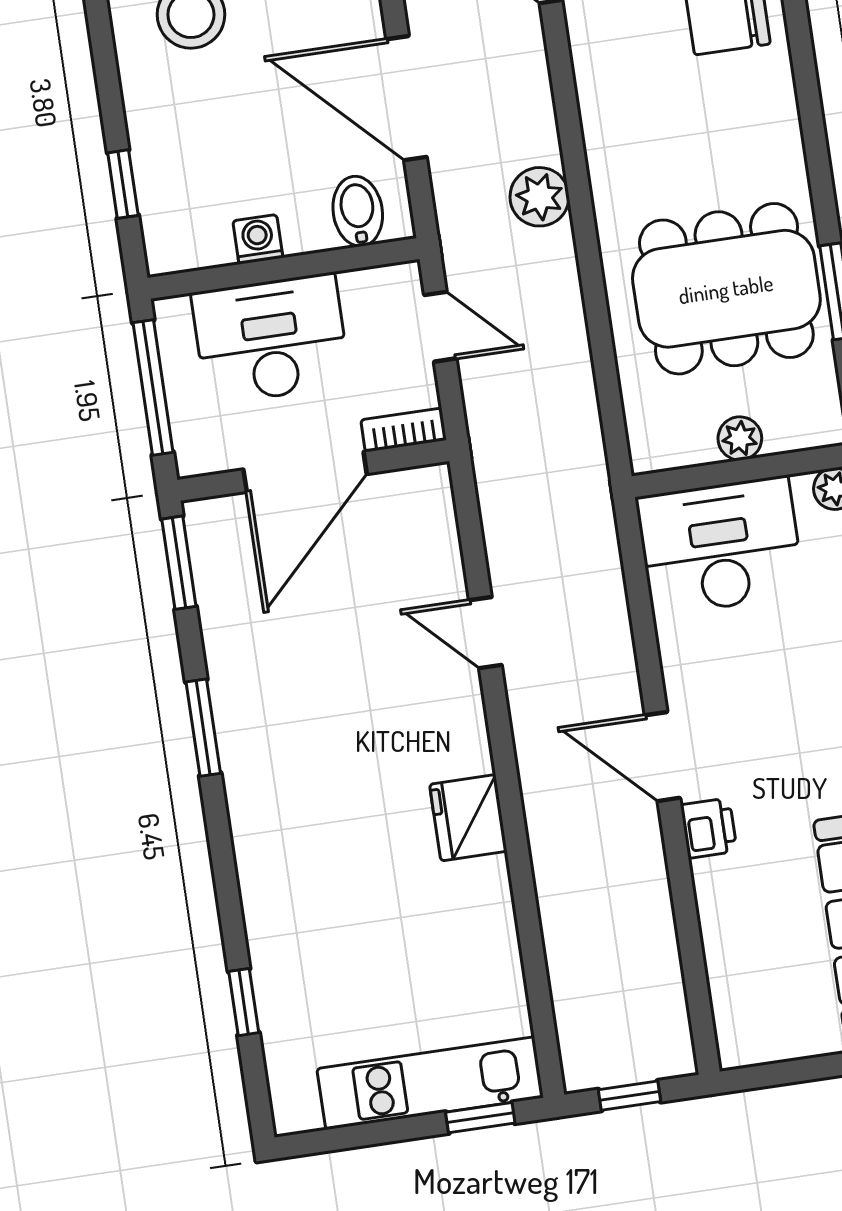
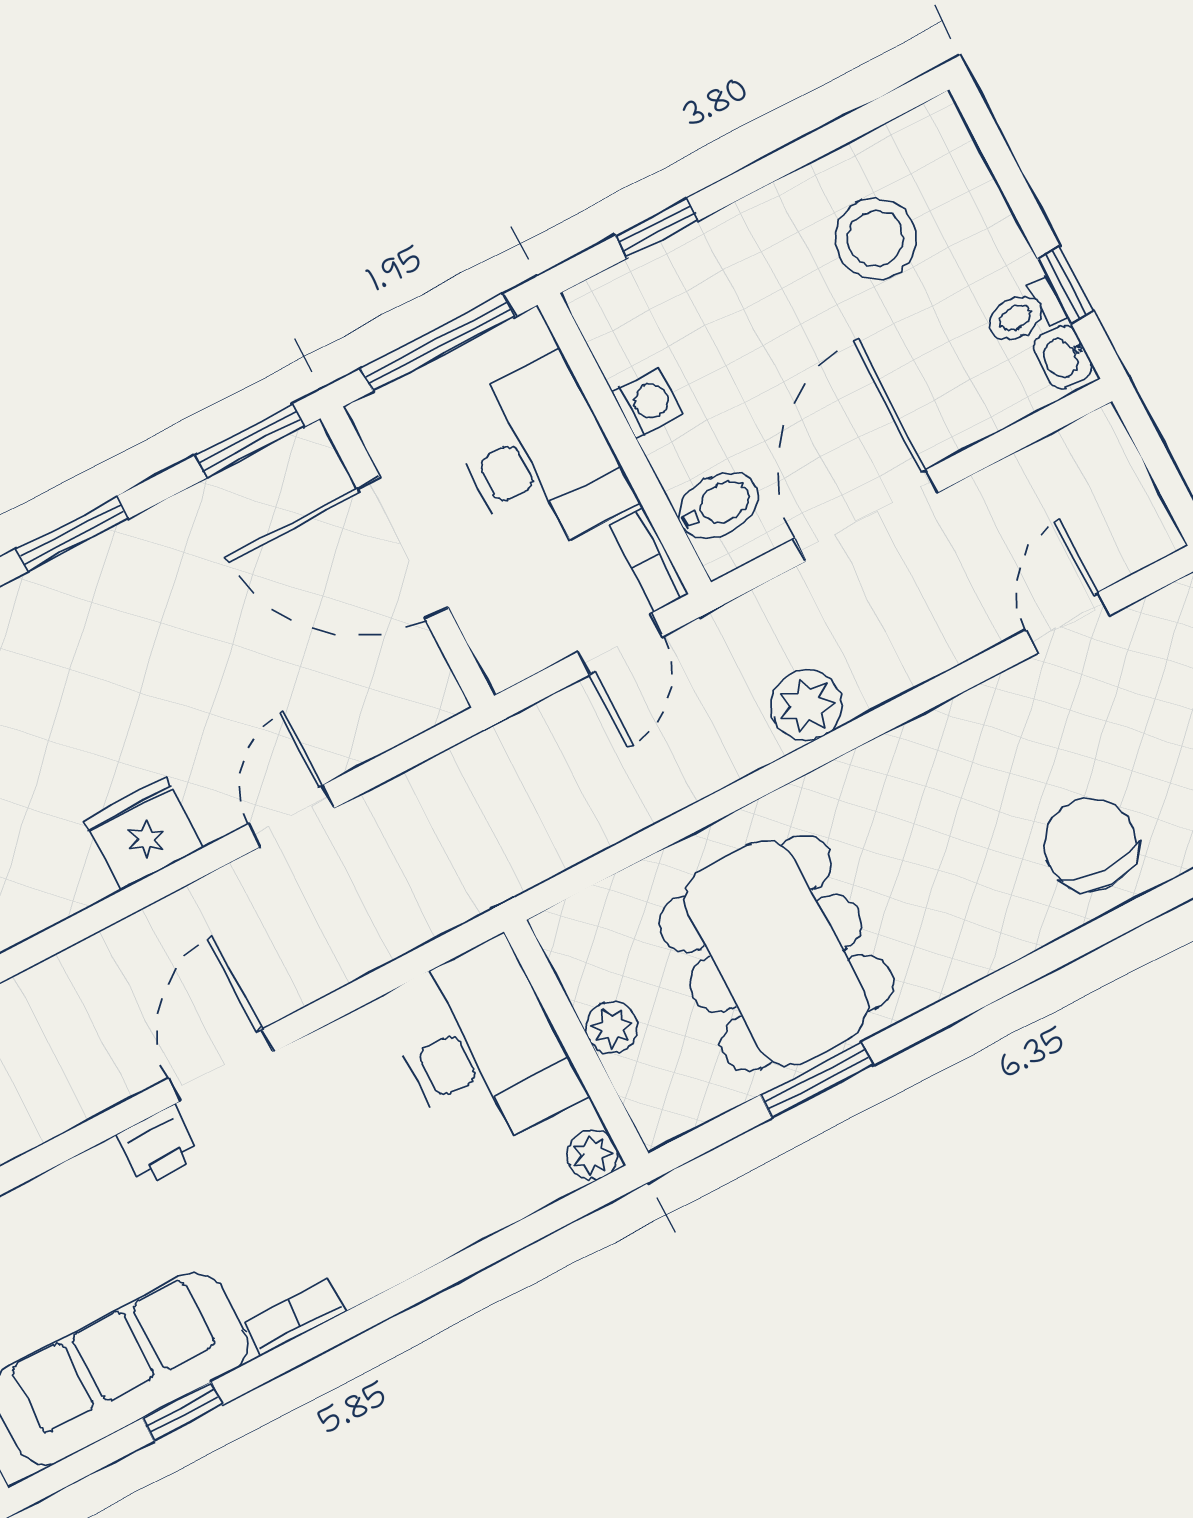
bookcase: (404, 430) -> (649, 560), moved, turned 180
fridge: (468, 818) -> (144, 834), moved

